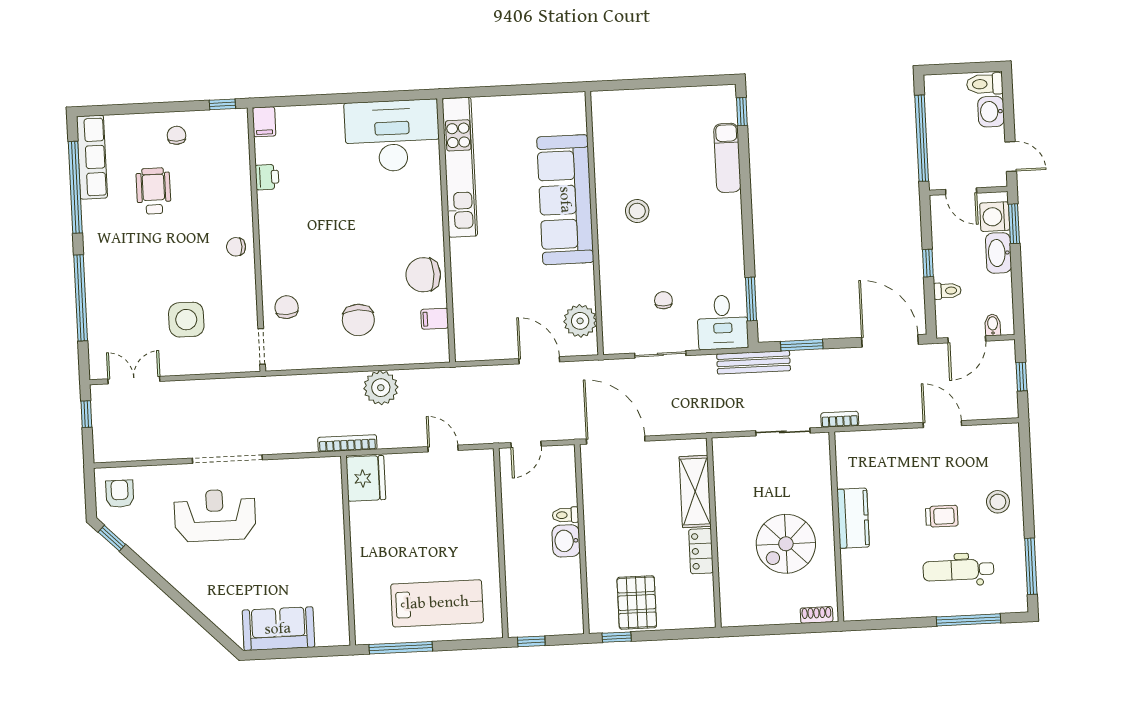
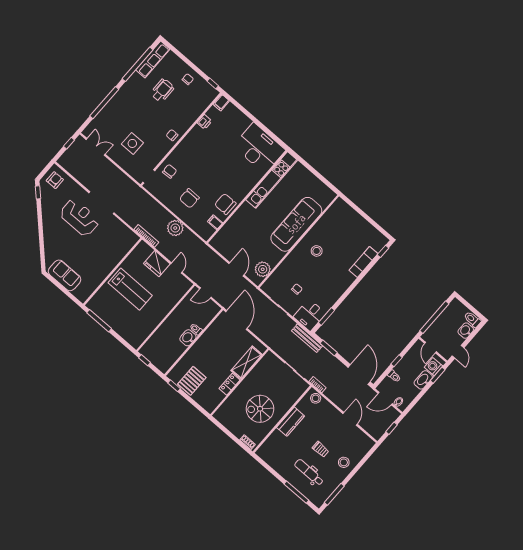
stool: (857, 444) -> (316, 398), added
fridge: (366, 478) -> (157, 264), moved, turned 90
lab bench: (437, 603) -> (130, 289), moved

